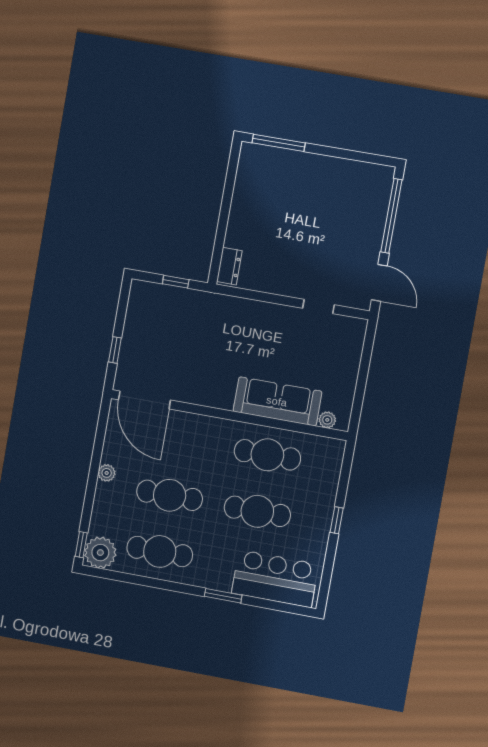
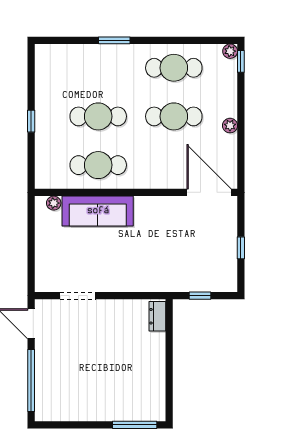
doorway: (318, 307) -> (78, 296), width x1.38
window: (115, 350) -> (241, 248), moved
plant: (100, 553) -> (230, 51), width x0.53, depth x0.53
bar counter: (275, 579) -> (73, 63), removed

